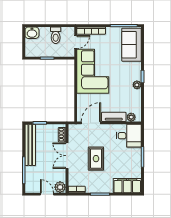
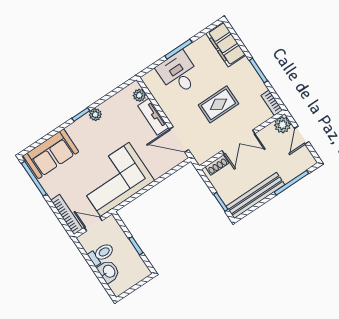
washbasin: (32, 33) -> (109, 272), moved
desk: (129, 136) -> (178, 73), moved

